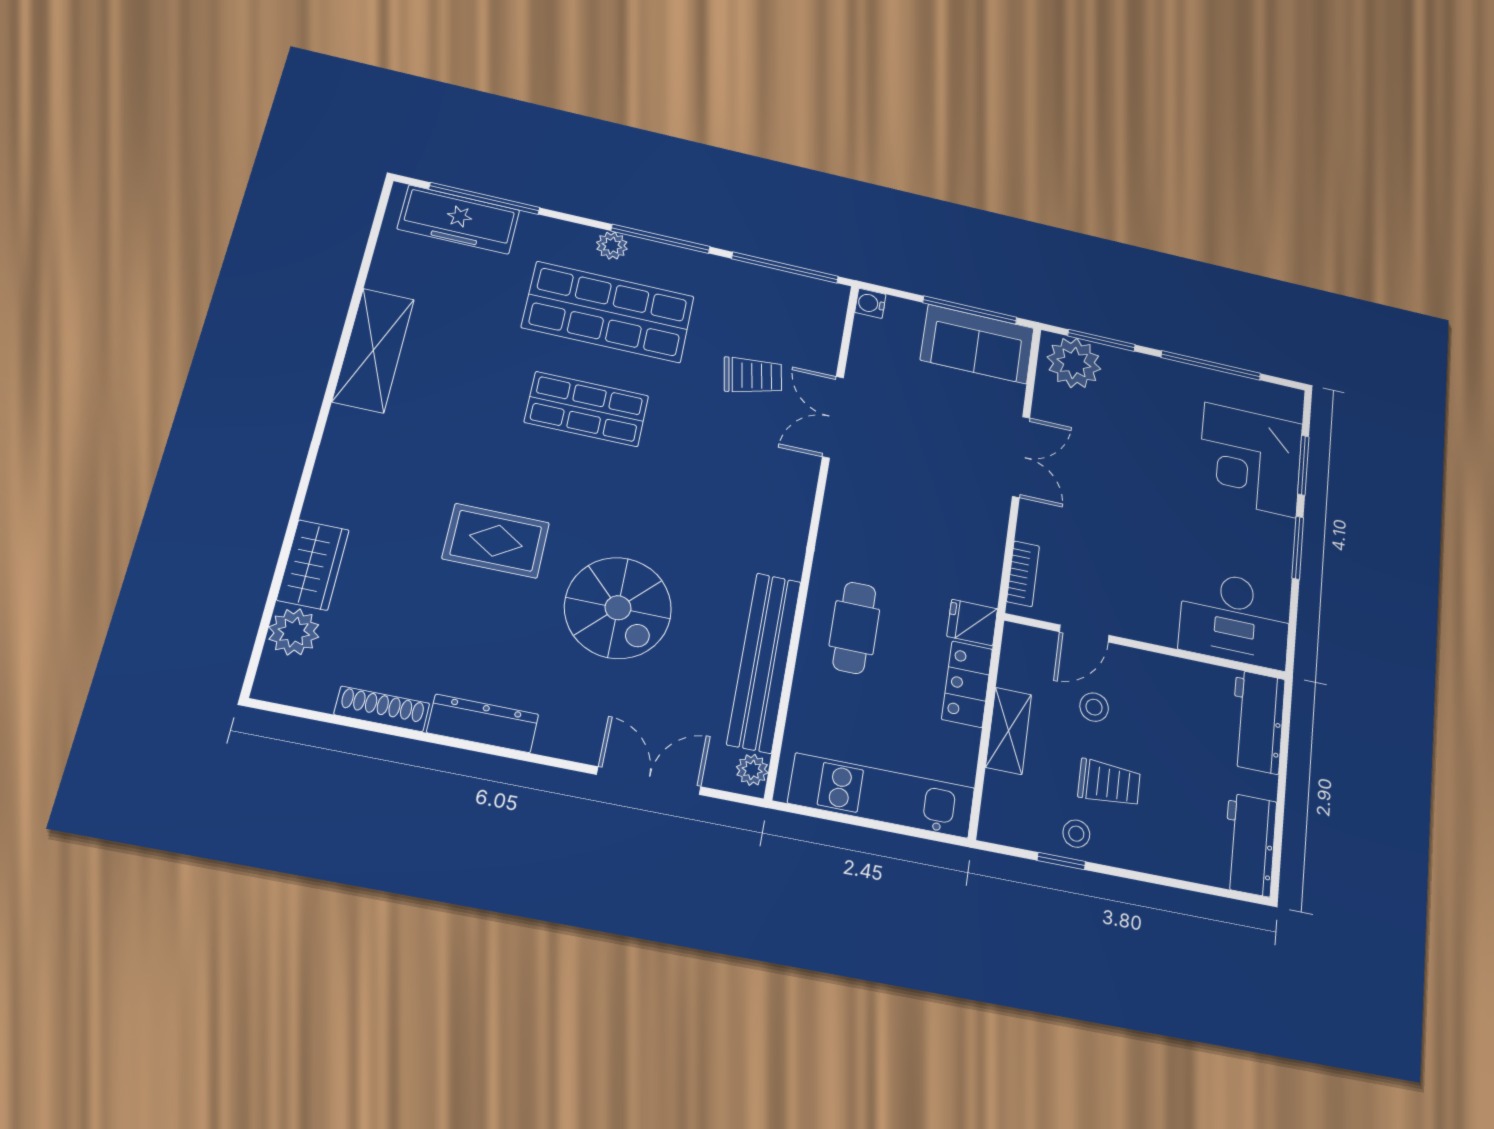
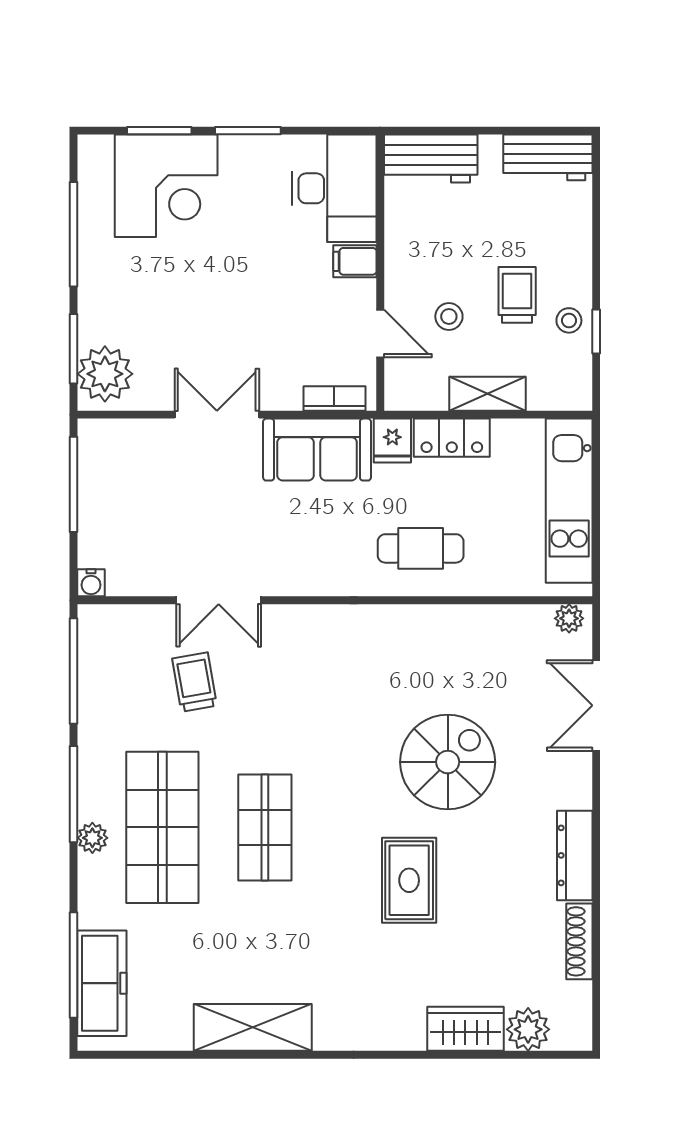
sofa: (977, 344) -> (317, 450), moved, turned 90
filing cabinet: (1160, 624) -> (355, 261), added
bench: (764, 662) -> (470, 624), removed

